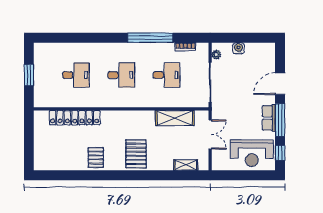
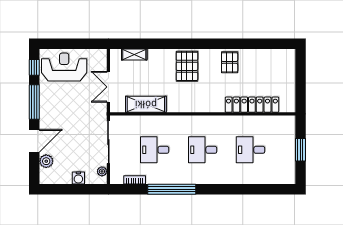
plant: (269, 64) -> (46, 161), added
row of seats: (269, 118) -> (46, 104), removed

